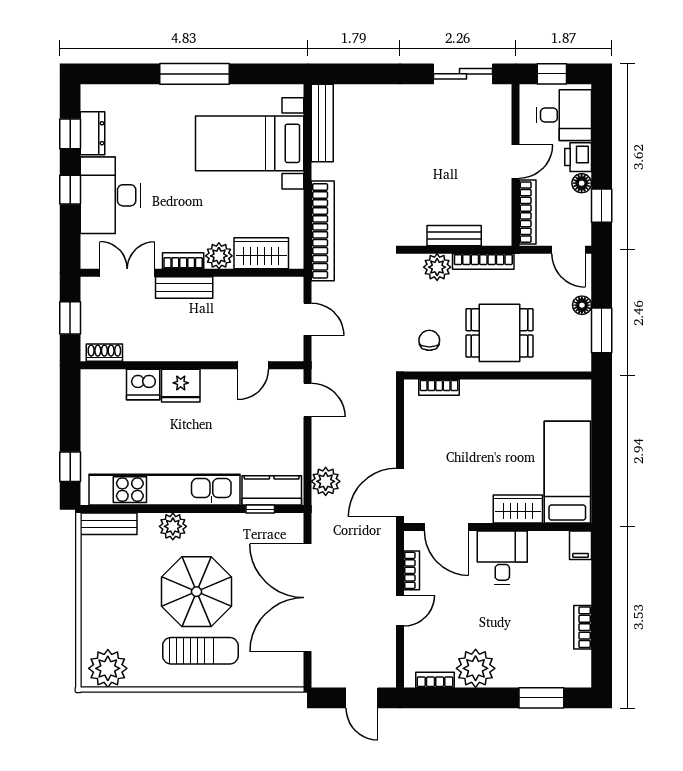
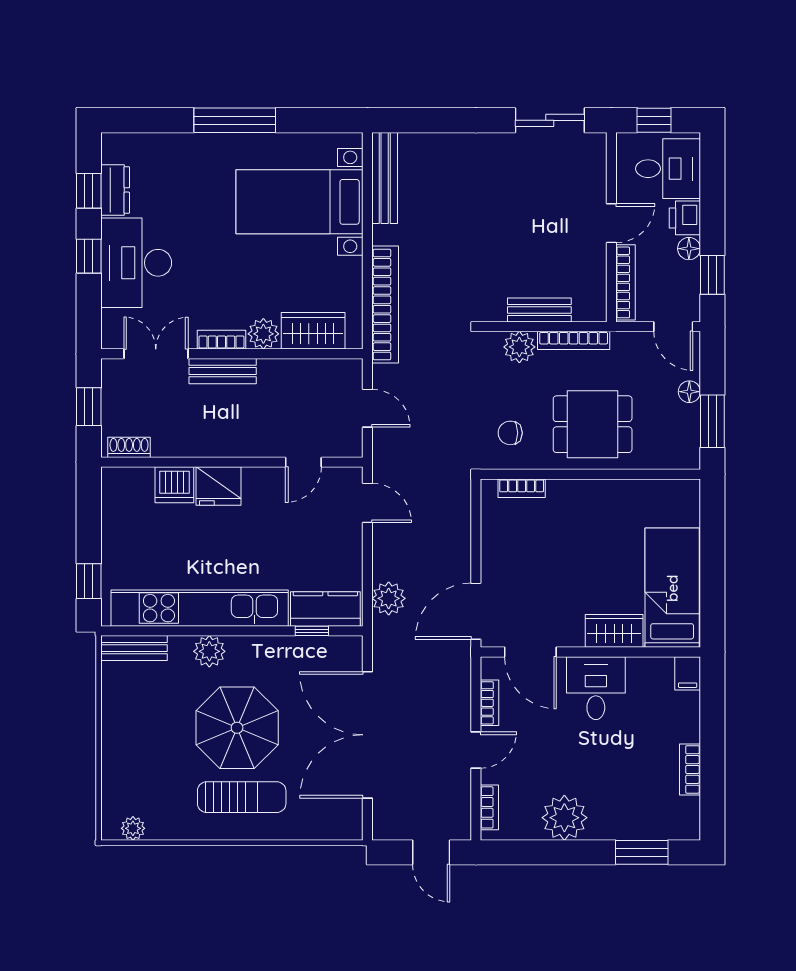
chair: (429, 340) -> (510, 433), turned -90
plant: (108, 668) -> (133, 828), width x0.53, depth x0.53
bookcase: (435, 680) -> (489, 807), moved, turned 90

